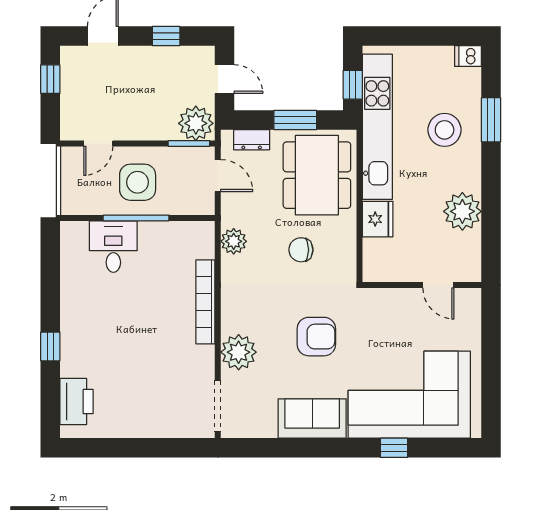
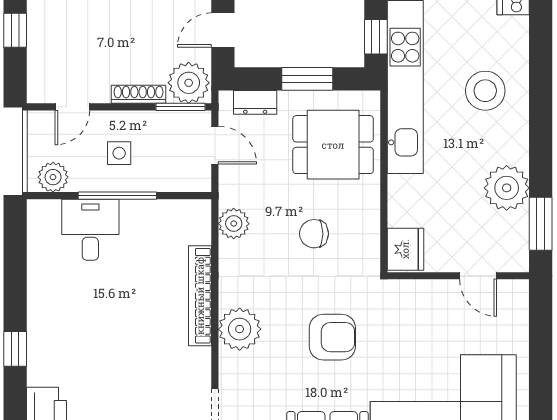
door: (225, 79) -> (223, 30), swing flipped
window: (491, 120) -> (541, 224), moved
shoe rack: (154, 133) -> (139, 94), added
dining table: (317, 175) -> (333, 145), width x0.73
side table: (138, 182) -> (119, 153), width x0.54, depth x0.54
plant: (82, 202) -> (53, 177), added
fridge: (378, 219) -> (405, 249), moved
plant: (239, 352) -> (240, 329), moved

